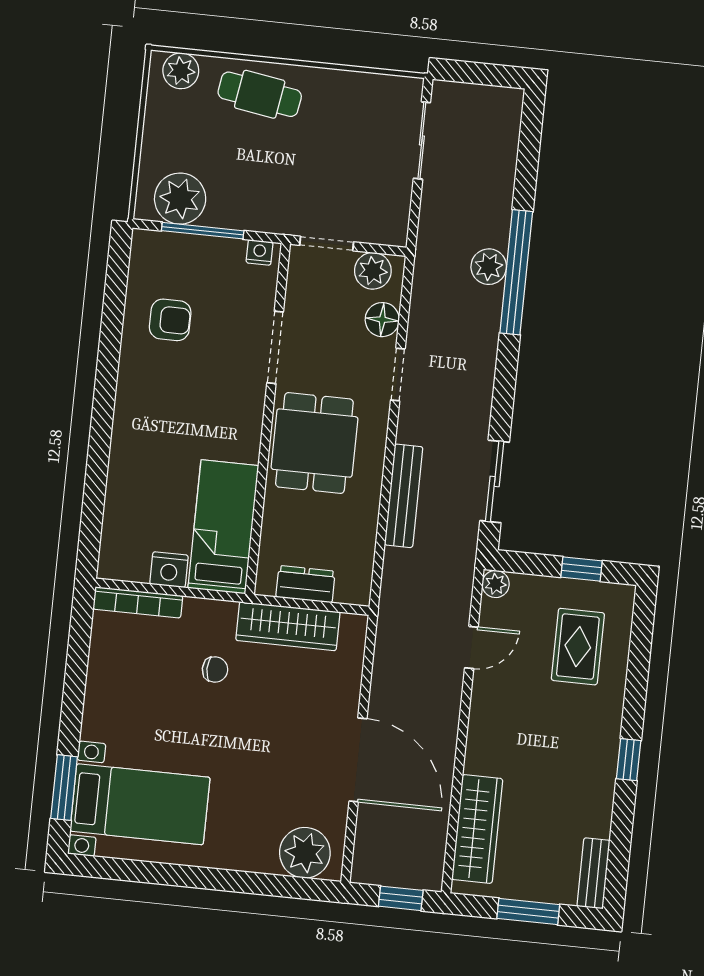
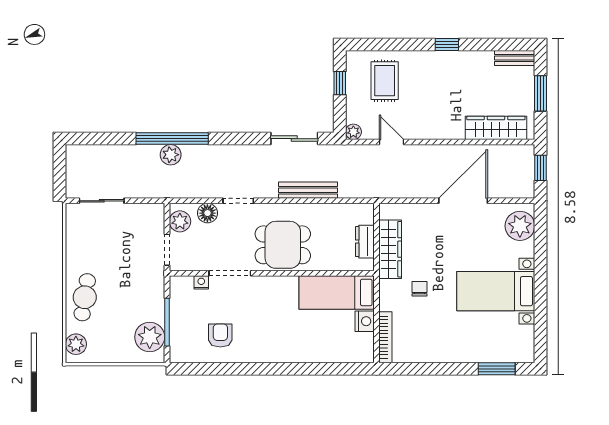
nightstand: (259, 252) -> (201, 282), moved, turned 90
rug: (578, 647) -> (385, 81), turned 90
bed with nightstands: (140, 804) -> (496, 291), moved, turned -90

